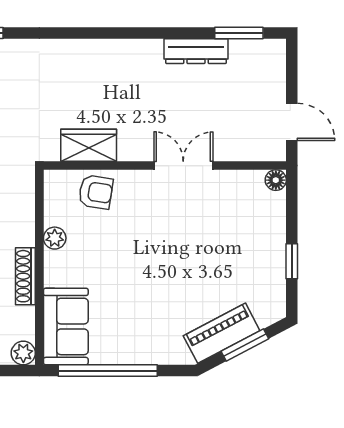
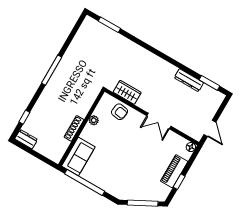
double door: (183, 166) -> (159, 121), swing flipped
piano: (222, 333) -> (174, 171), moved, turned -62
window: (245, 345) -> (143, 203), width x1.44
plant: (23, 353) -> (56, 157), removed

